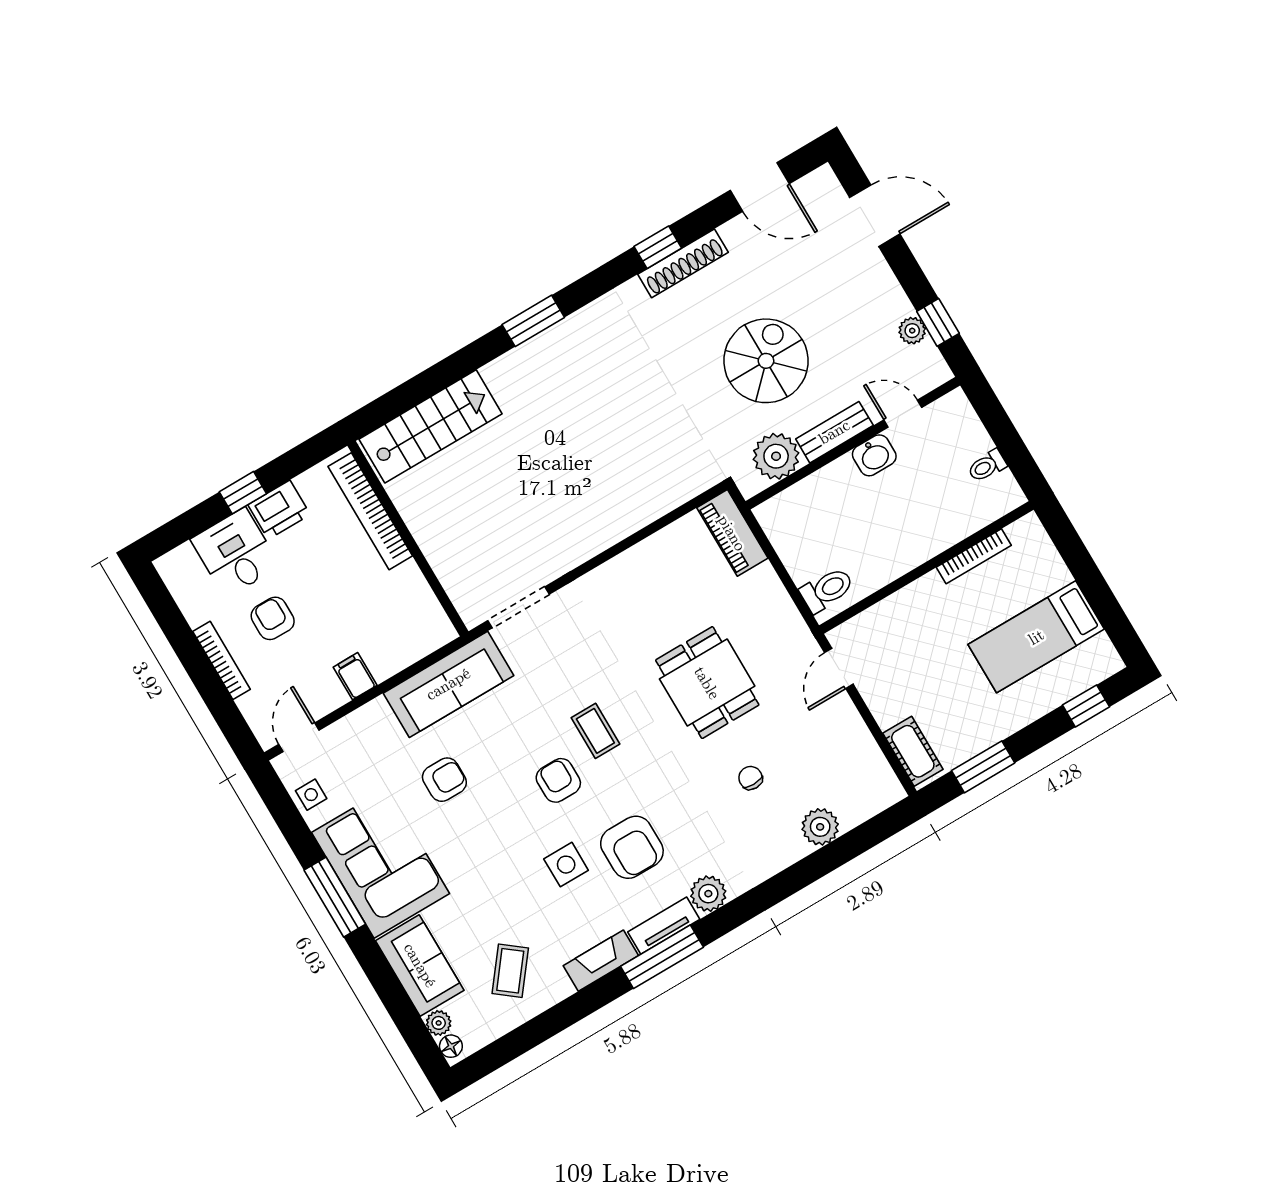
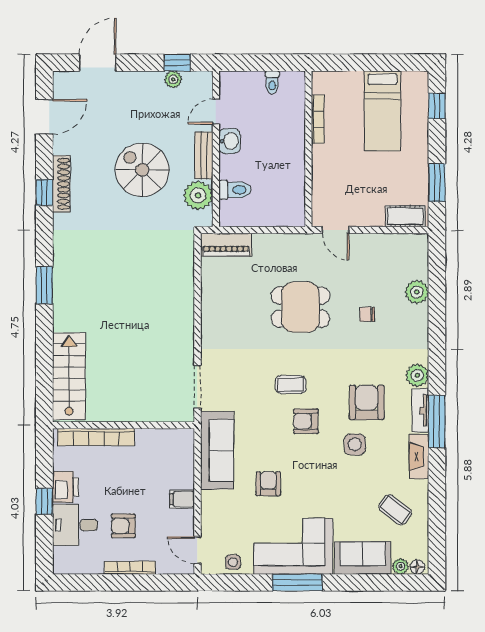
toilet: (827, 590) -> (235, 190), moved, turned 90
armchair: (632, 847) -> (367, 402), turned -90

